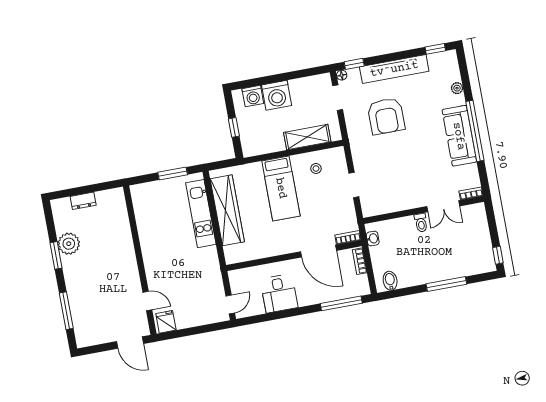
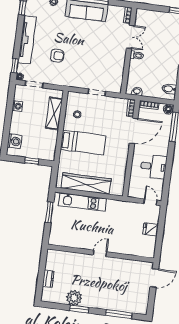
washing machine: (277, 95) -> (17, 106), moved, width x0.53, depth x0.53
armchair: (386, 116) -> (57, 56), width x0.53, depth x0.53
floor lamp: (363, 288) -> (168, 109), added
door: (147, 301) -> (100, 253), moved
fridge: (166, 322) -> (151, 229), moved

